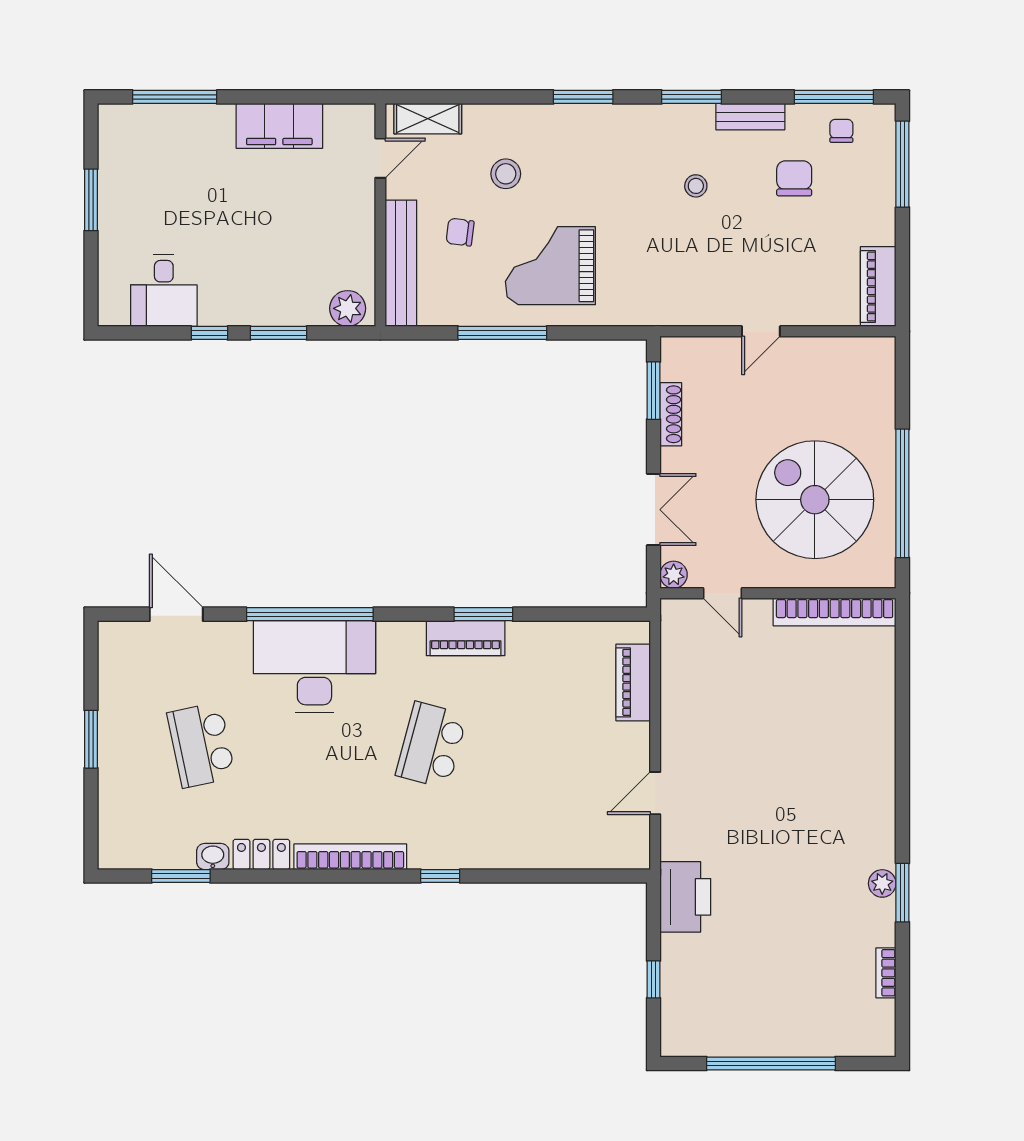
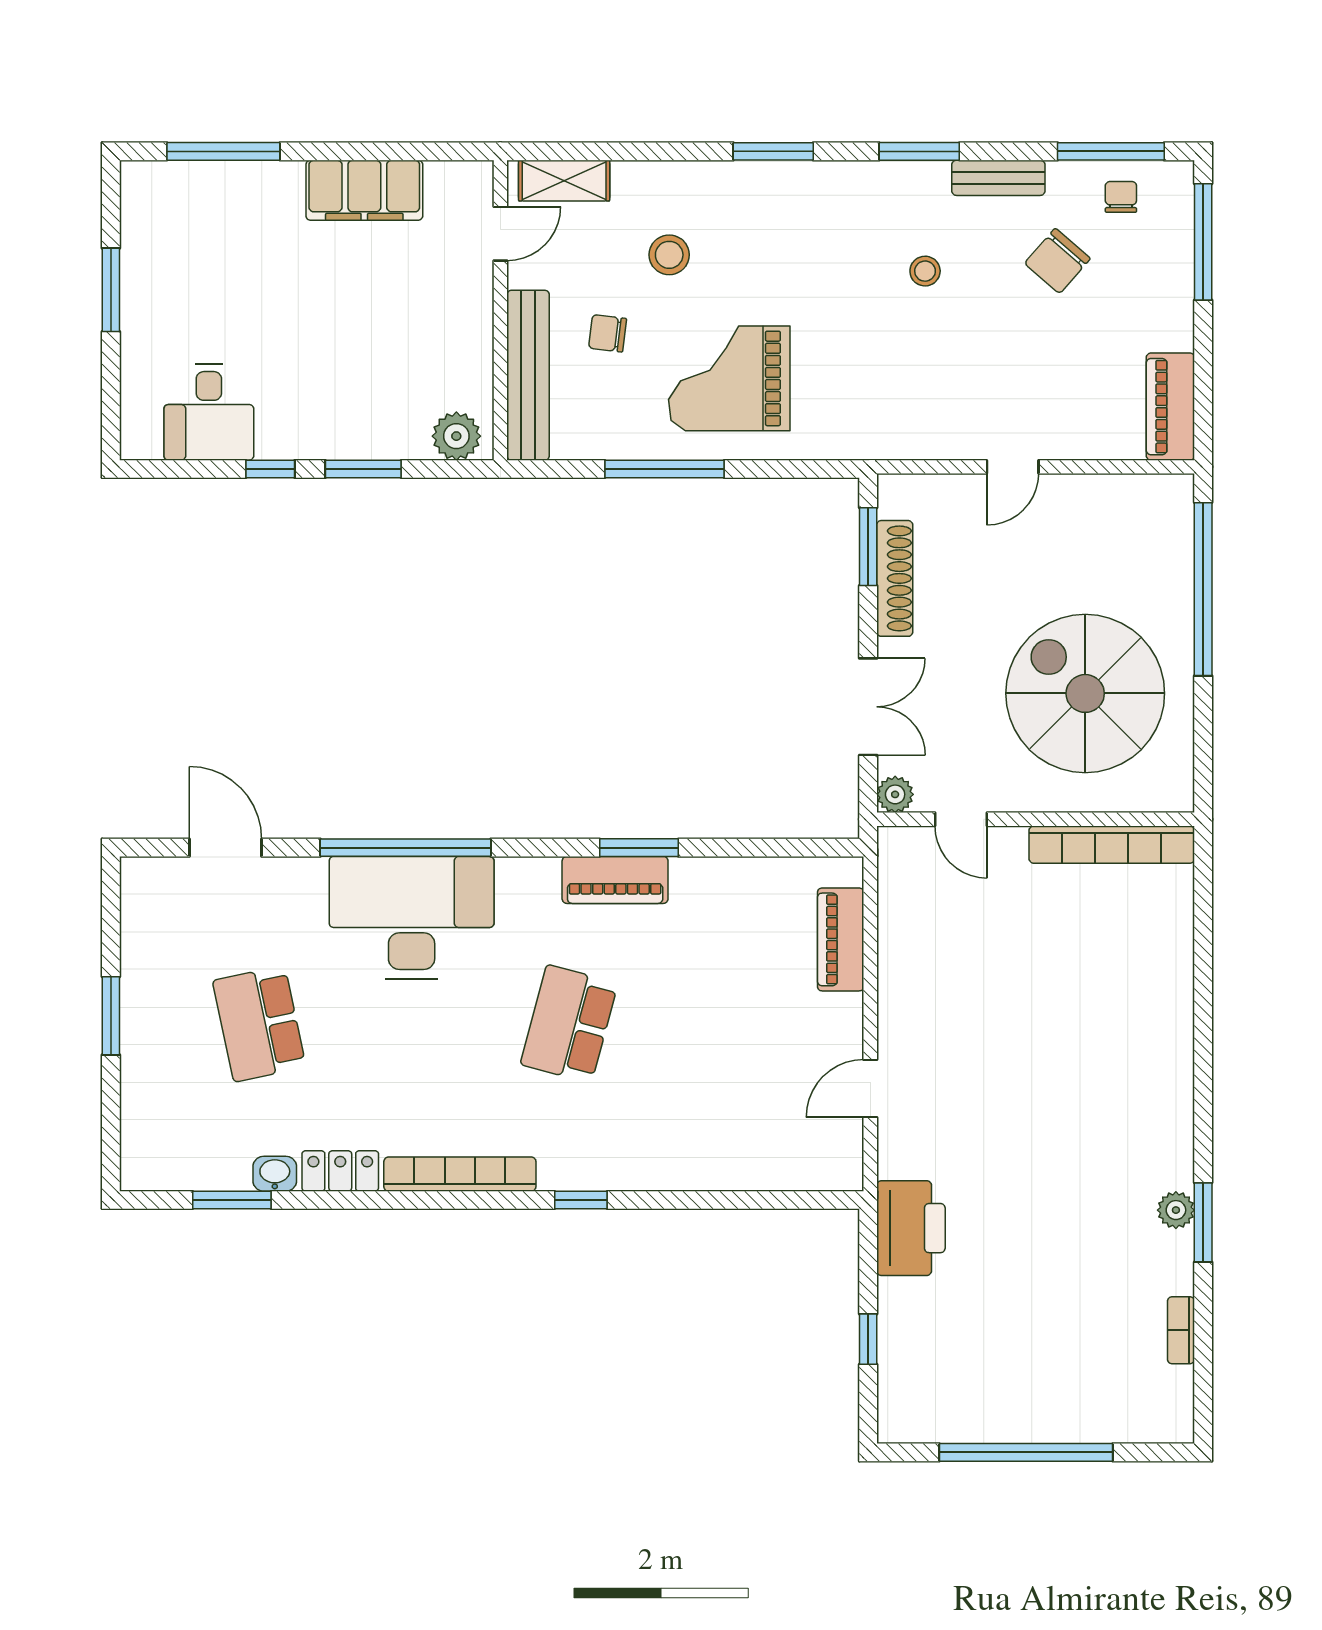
chair: (794, 178) -> (1057, 261), turned -139
shoe rack: (671, 414) -> (895, 578), width x1.36, depth x1.24
window: (902, 493) -> (1203, 589), moved

